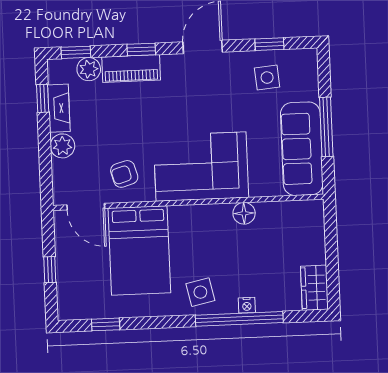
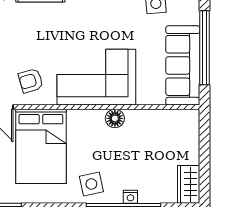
window: (326, 127) -> (205, 48), width x1.46
floor lamp: (244, 213) -> (115, 118), moved

